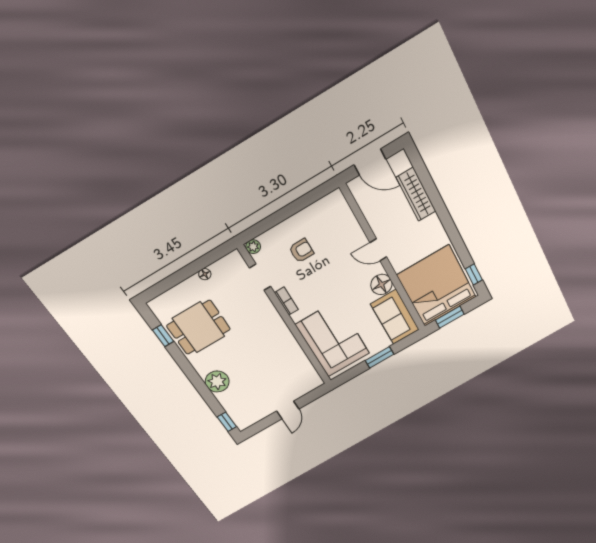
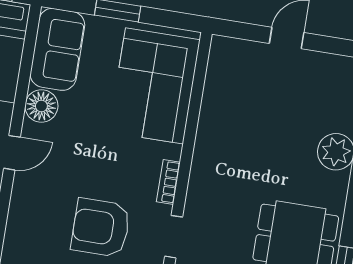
door: (378, 250) -> (12, 153), hinge flipped
armchair: (301, 251) -> (101, 228), width x1.88, depth x1.88

